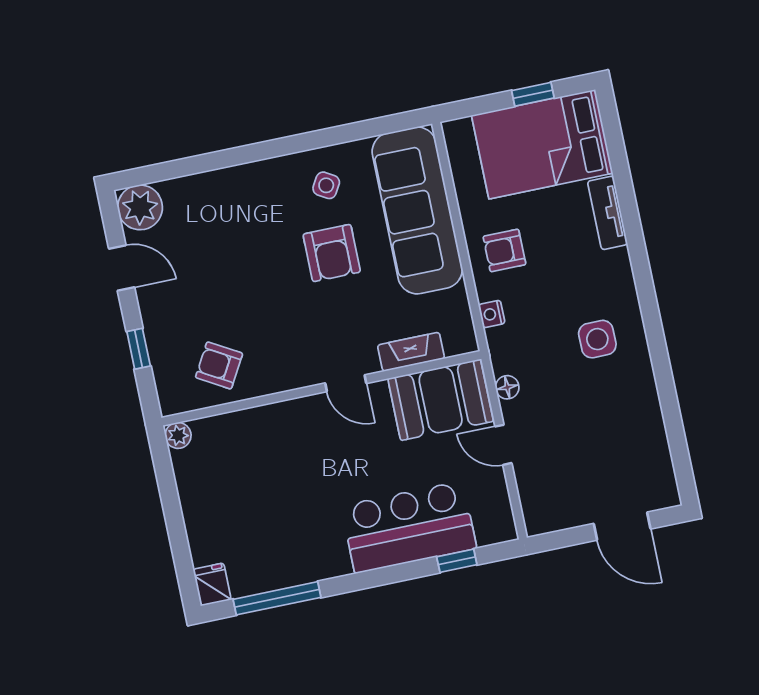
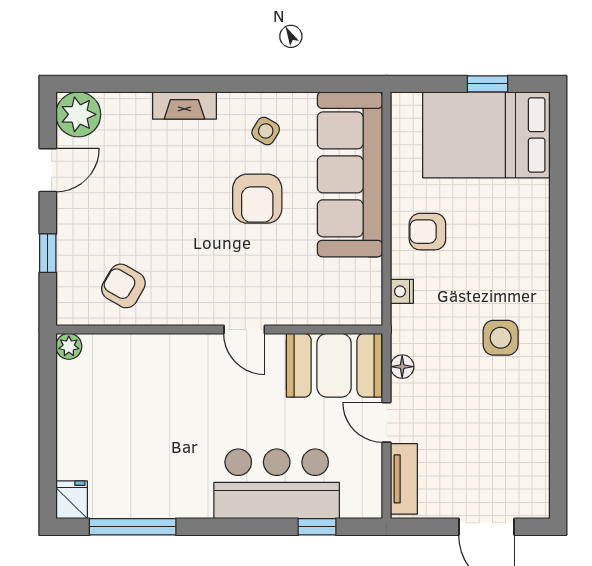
tv unit: (608, 213) -> (404, 479), moved, turned 180
door: (122, 268) -> (48, 170), hinge flipped
fireplace: (411, 352) -> (184, 106), moved, turned 180

